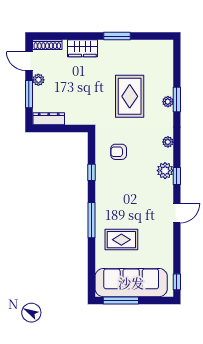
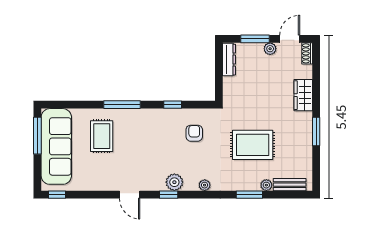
shoe rack: (47, 45) -> (307, 53), width x0.70
bench: (167, 61) -> (290, 185), added
plant: (168, 102) -> (266, 185), moved

